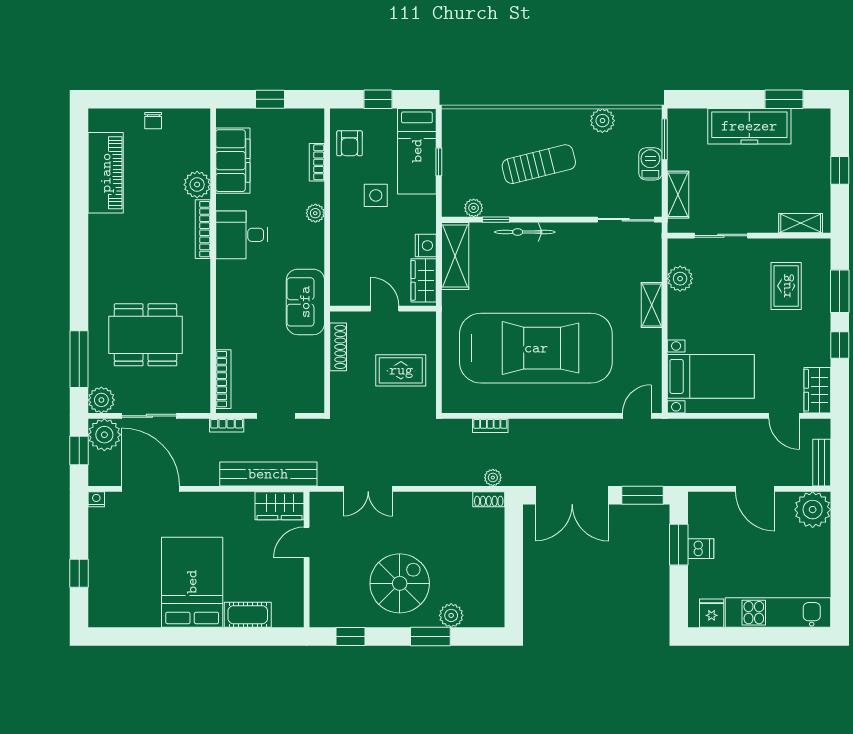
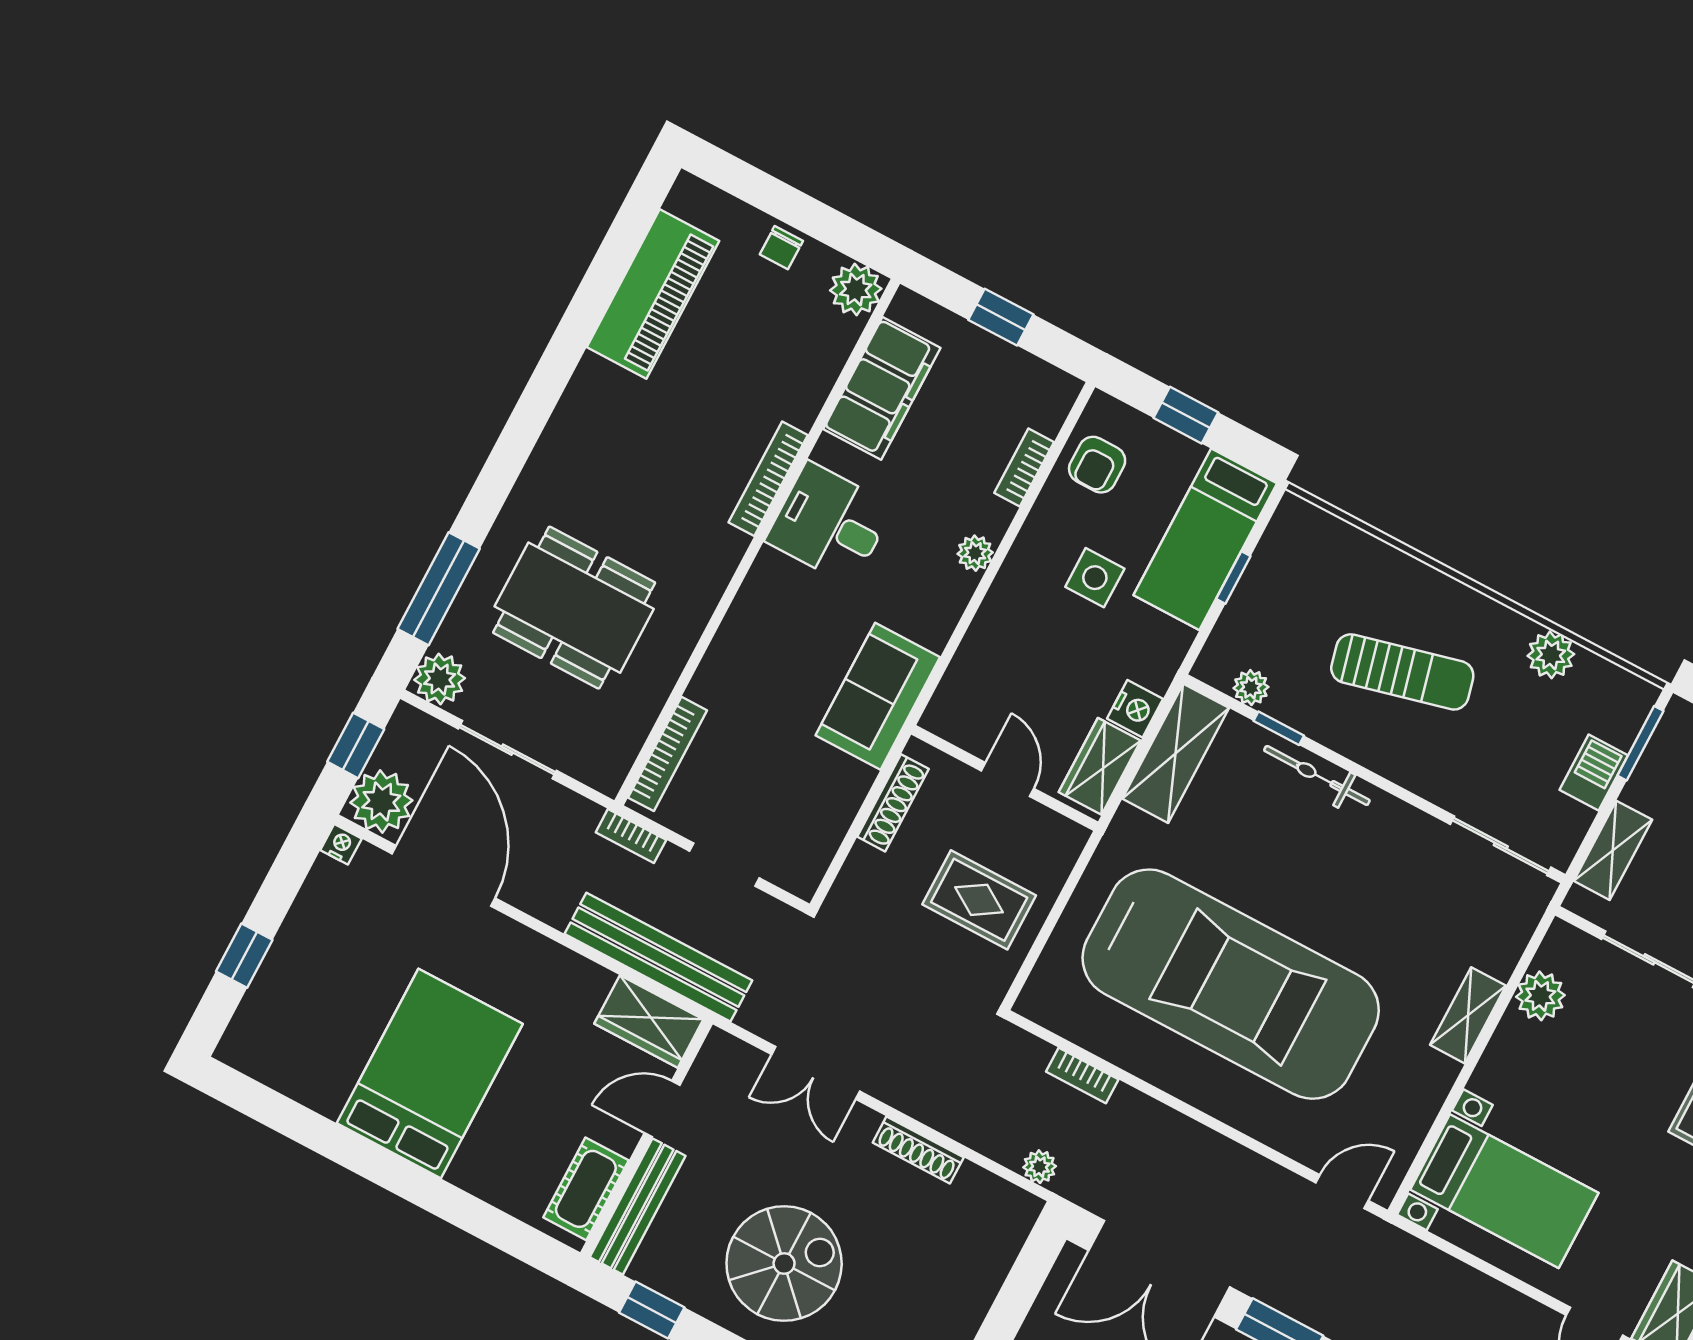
plant: (197, 185) -> (856, 290), moved
plant: (104, 435) -> (381, 801), moved
shoe rack: (489, 499) -> (918, 1150), moved, width x1.43
bench: (319, 593) -> (638, 1206), added
cot: (248, 615) -> (586, 1189), moved, turned 90

